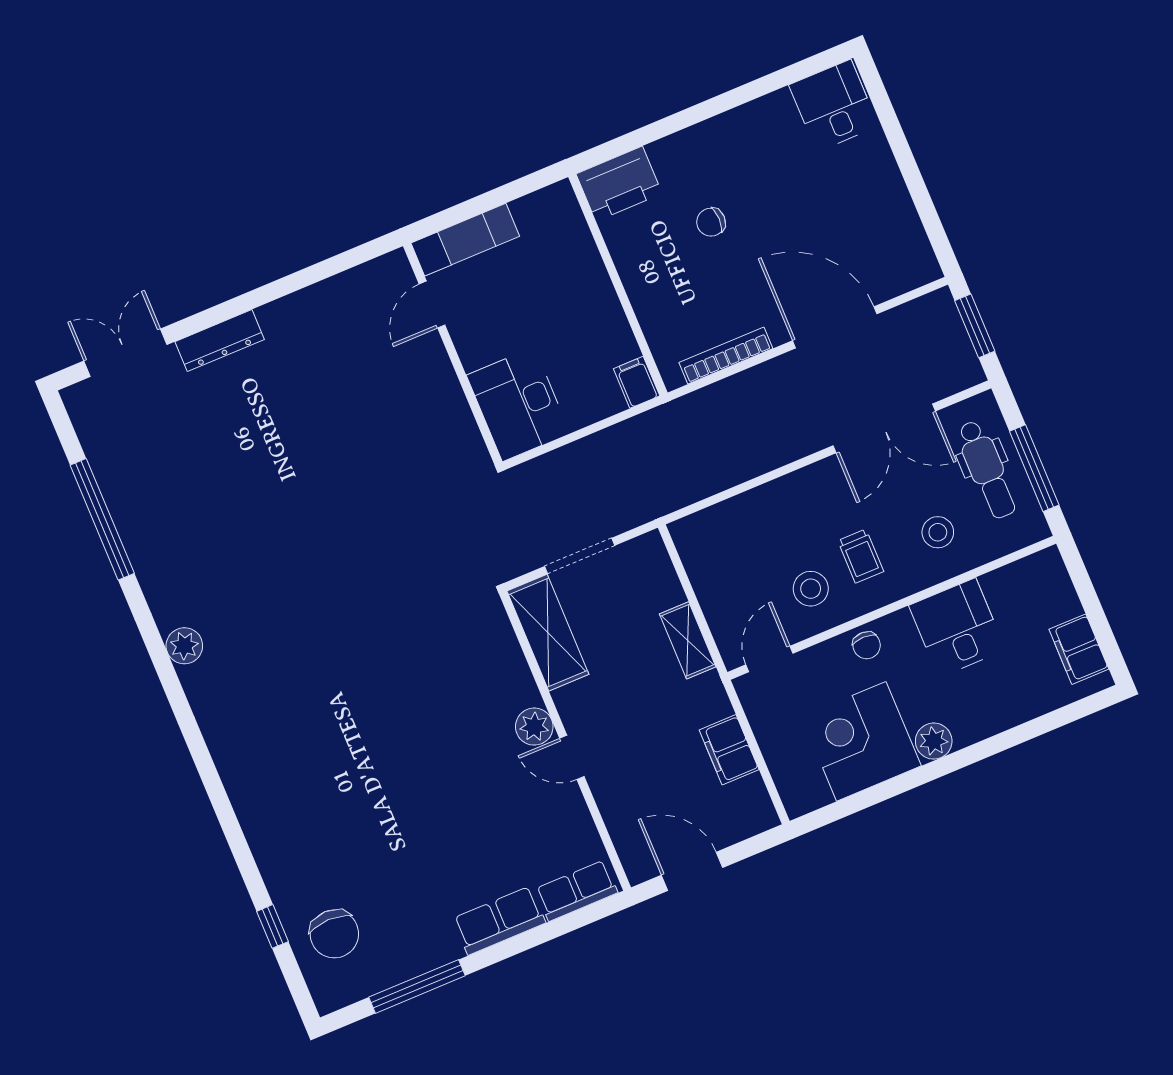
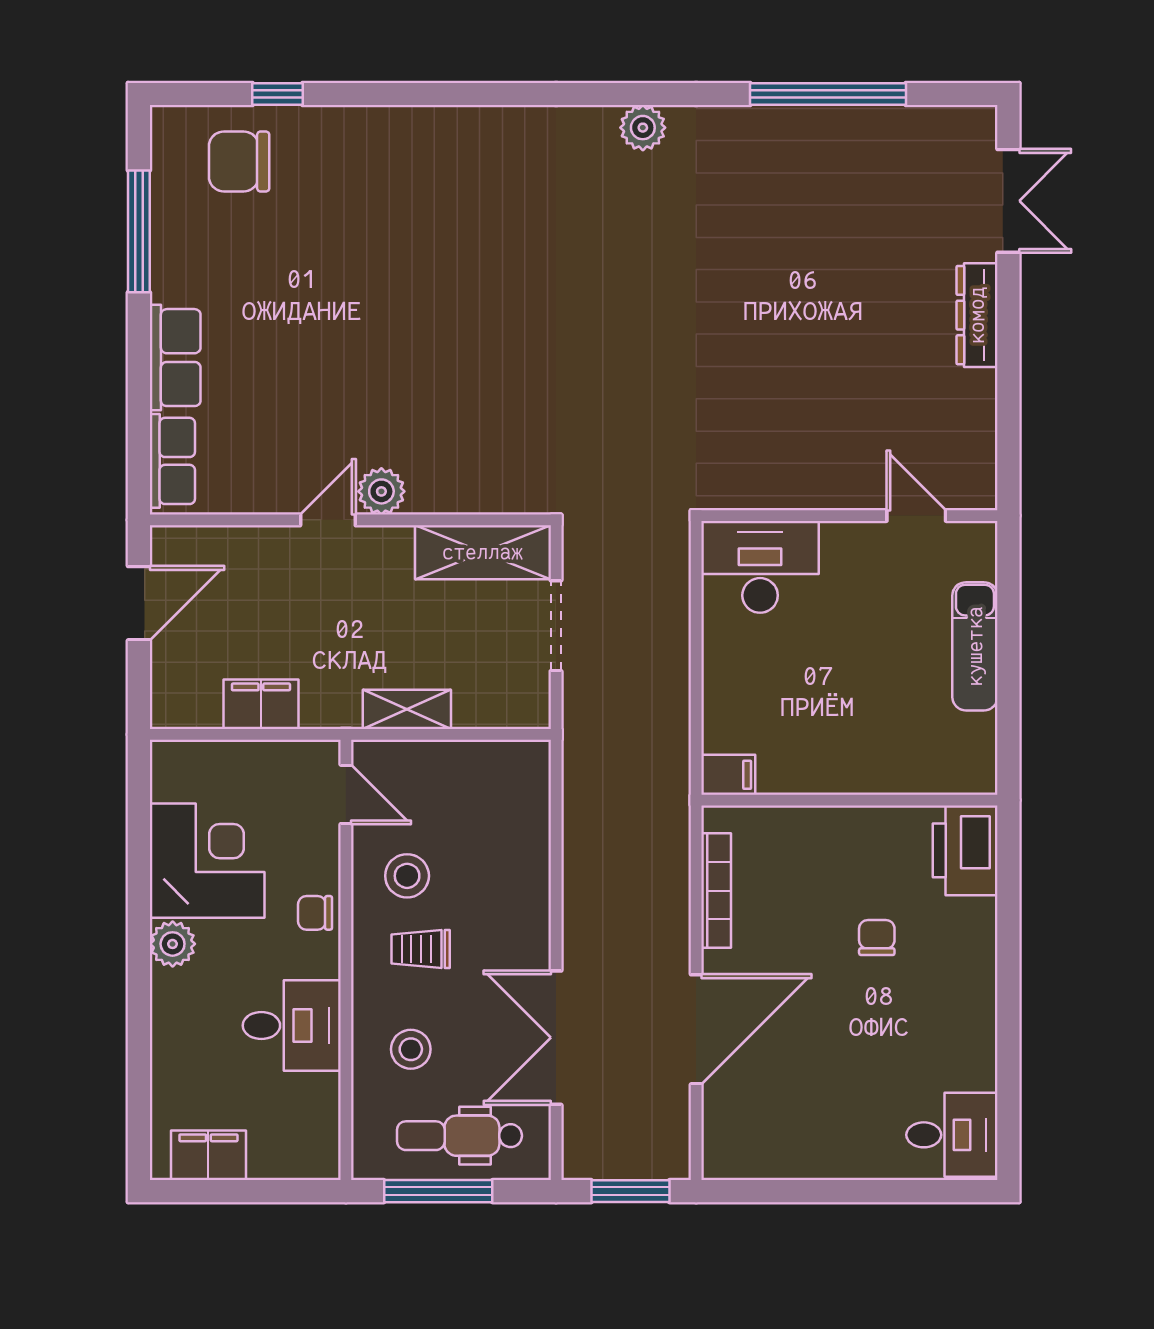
door: (432, 305) -> (916, 516), moved
wall: (453, 354) -> (849, 516), moved
desk: (518, 404) -> (760, 567), moved

